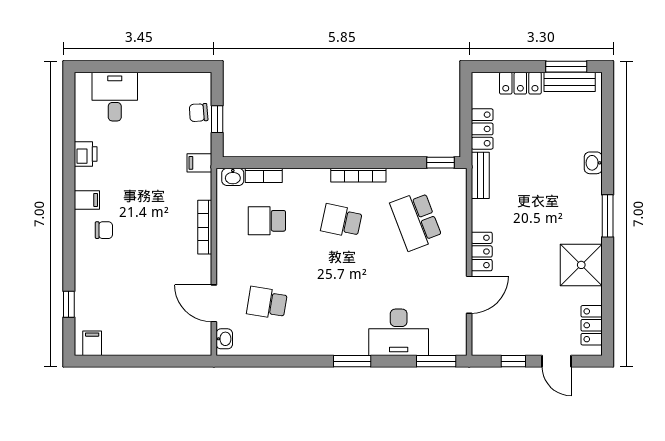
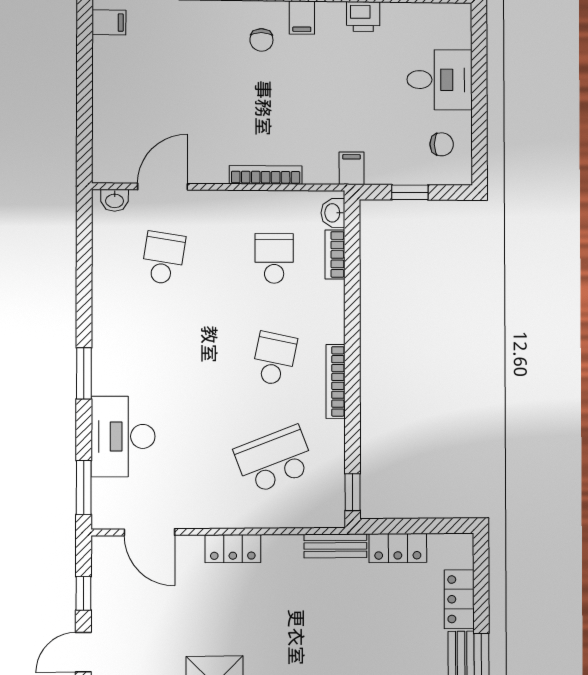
desk: (115, 97) -> (440, 80), moved
chair: (199, 113) -> (442, 144), moved, turned 94
door: (469, 295) -> (149, 532), moved

